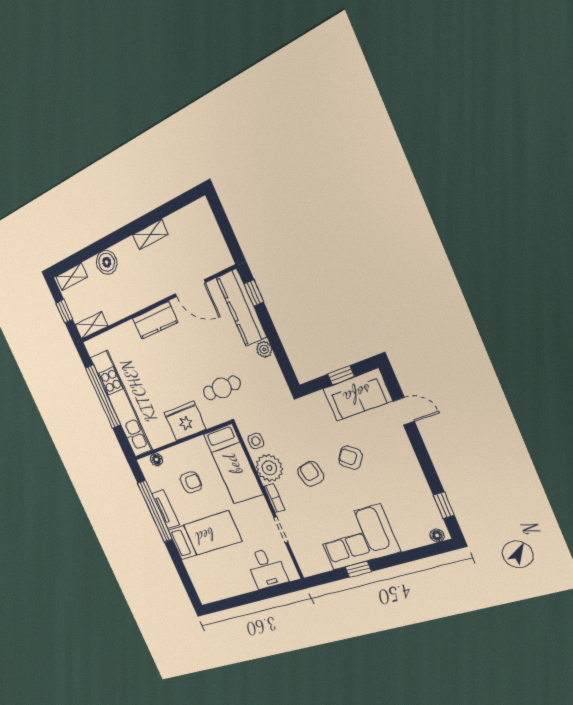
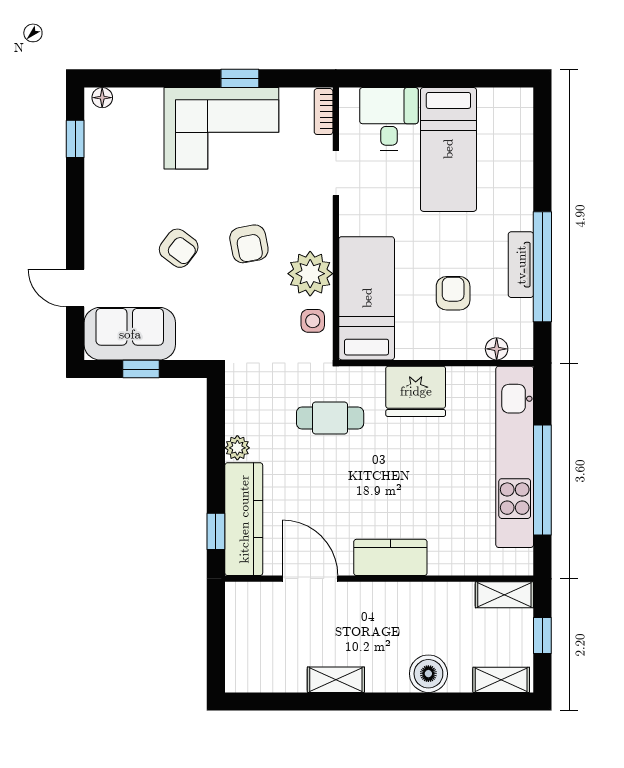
armchair: (191, 482) -> (453, 293), turned 90
bookcase: (274, 498) -> (324, 112), moved
bed: (205, 536) -> (448, 149), moved, turned -90

